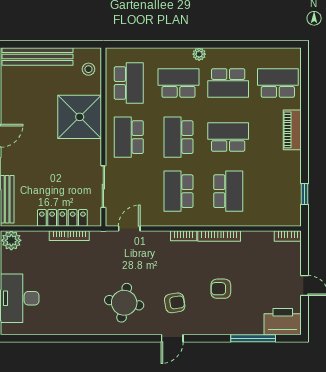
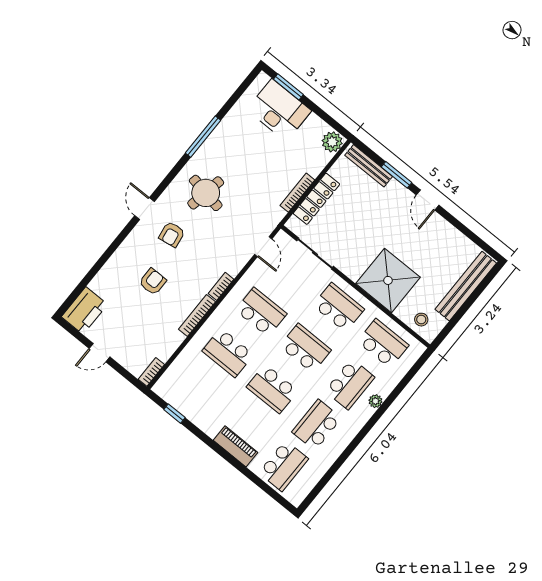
plant: (199, 54) -> (375, 401), moved
school desk: (129, 83) -> (383, 343), turned 180
school desk: (228, 137) -> (272, 389), turned 90
window: (253, 338) -> (203, 137), moved

